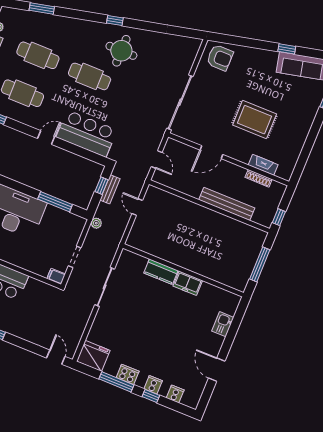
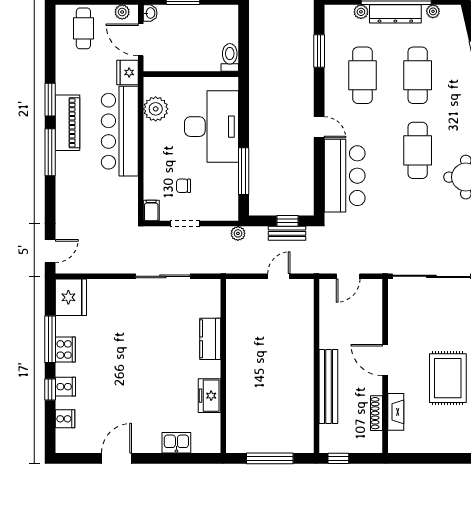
door: (211, 152) -> (385, 360), moved
chair: (48, 247) -> (184, 186), added
freezer: (188, 283) -> (210, 396), moved

